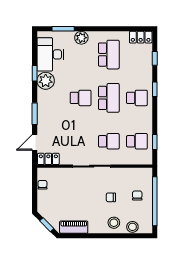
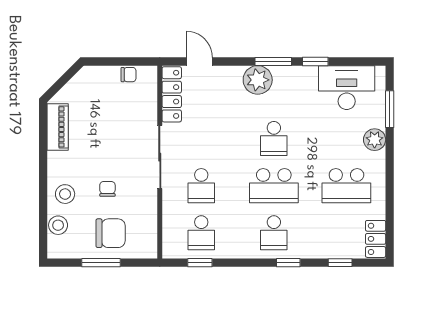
plant: (46, 81) -> (258, 80), moved
window: (35, 114) -> (273, 61), moved
locker: (48, 159) -> (172, 94), width x1.53
chair: (137, 195) -> (111, 233), width x1.87, depth x1.87
window: (155, 201) -> (101, 263), width x0.47
window: (47, 225) -> (62, 82), removed

